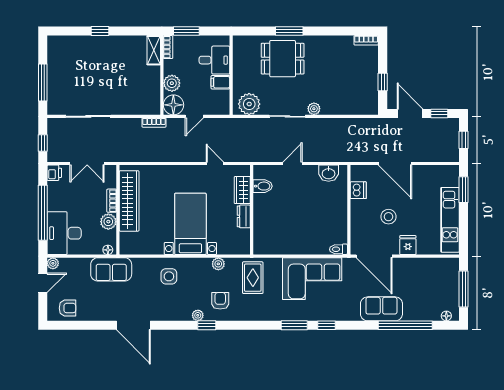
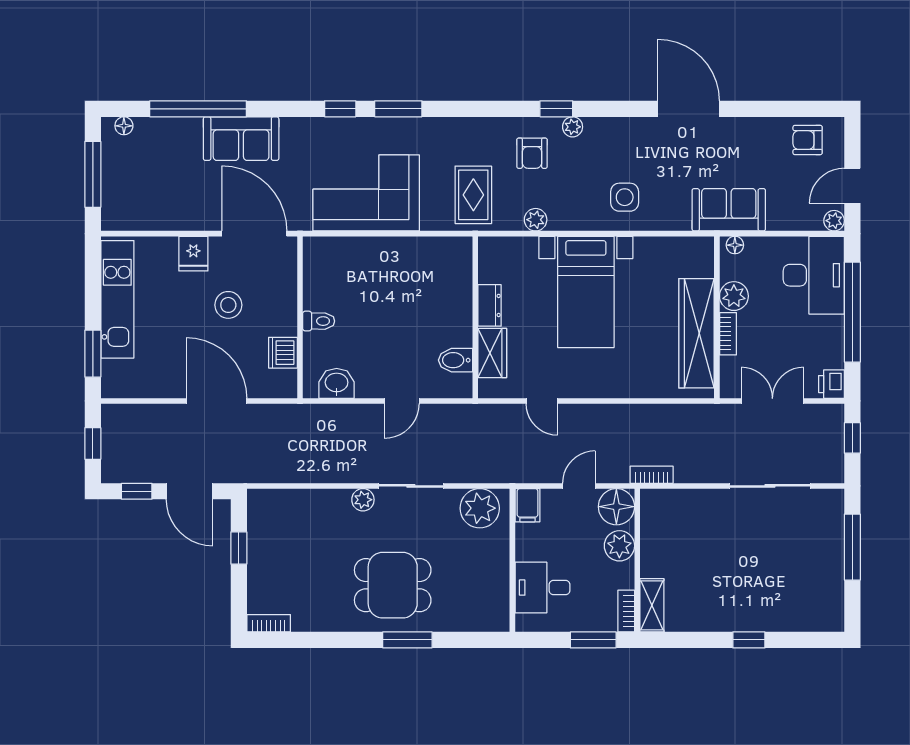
dining table: (283, 59) -> (393, 585), moved
filing cabinet: (220, 82) -> (528, 505), moved, turned 90
toilet: (338, 249) -> (319, 321), moved

